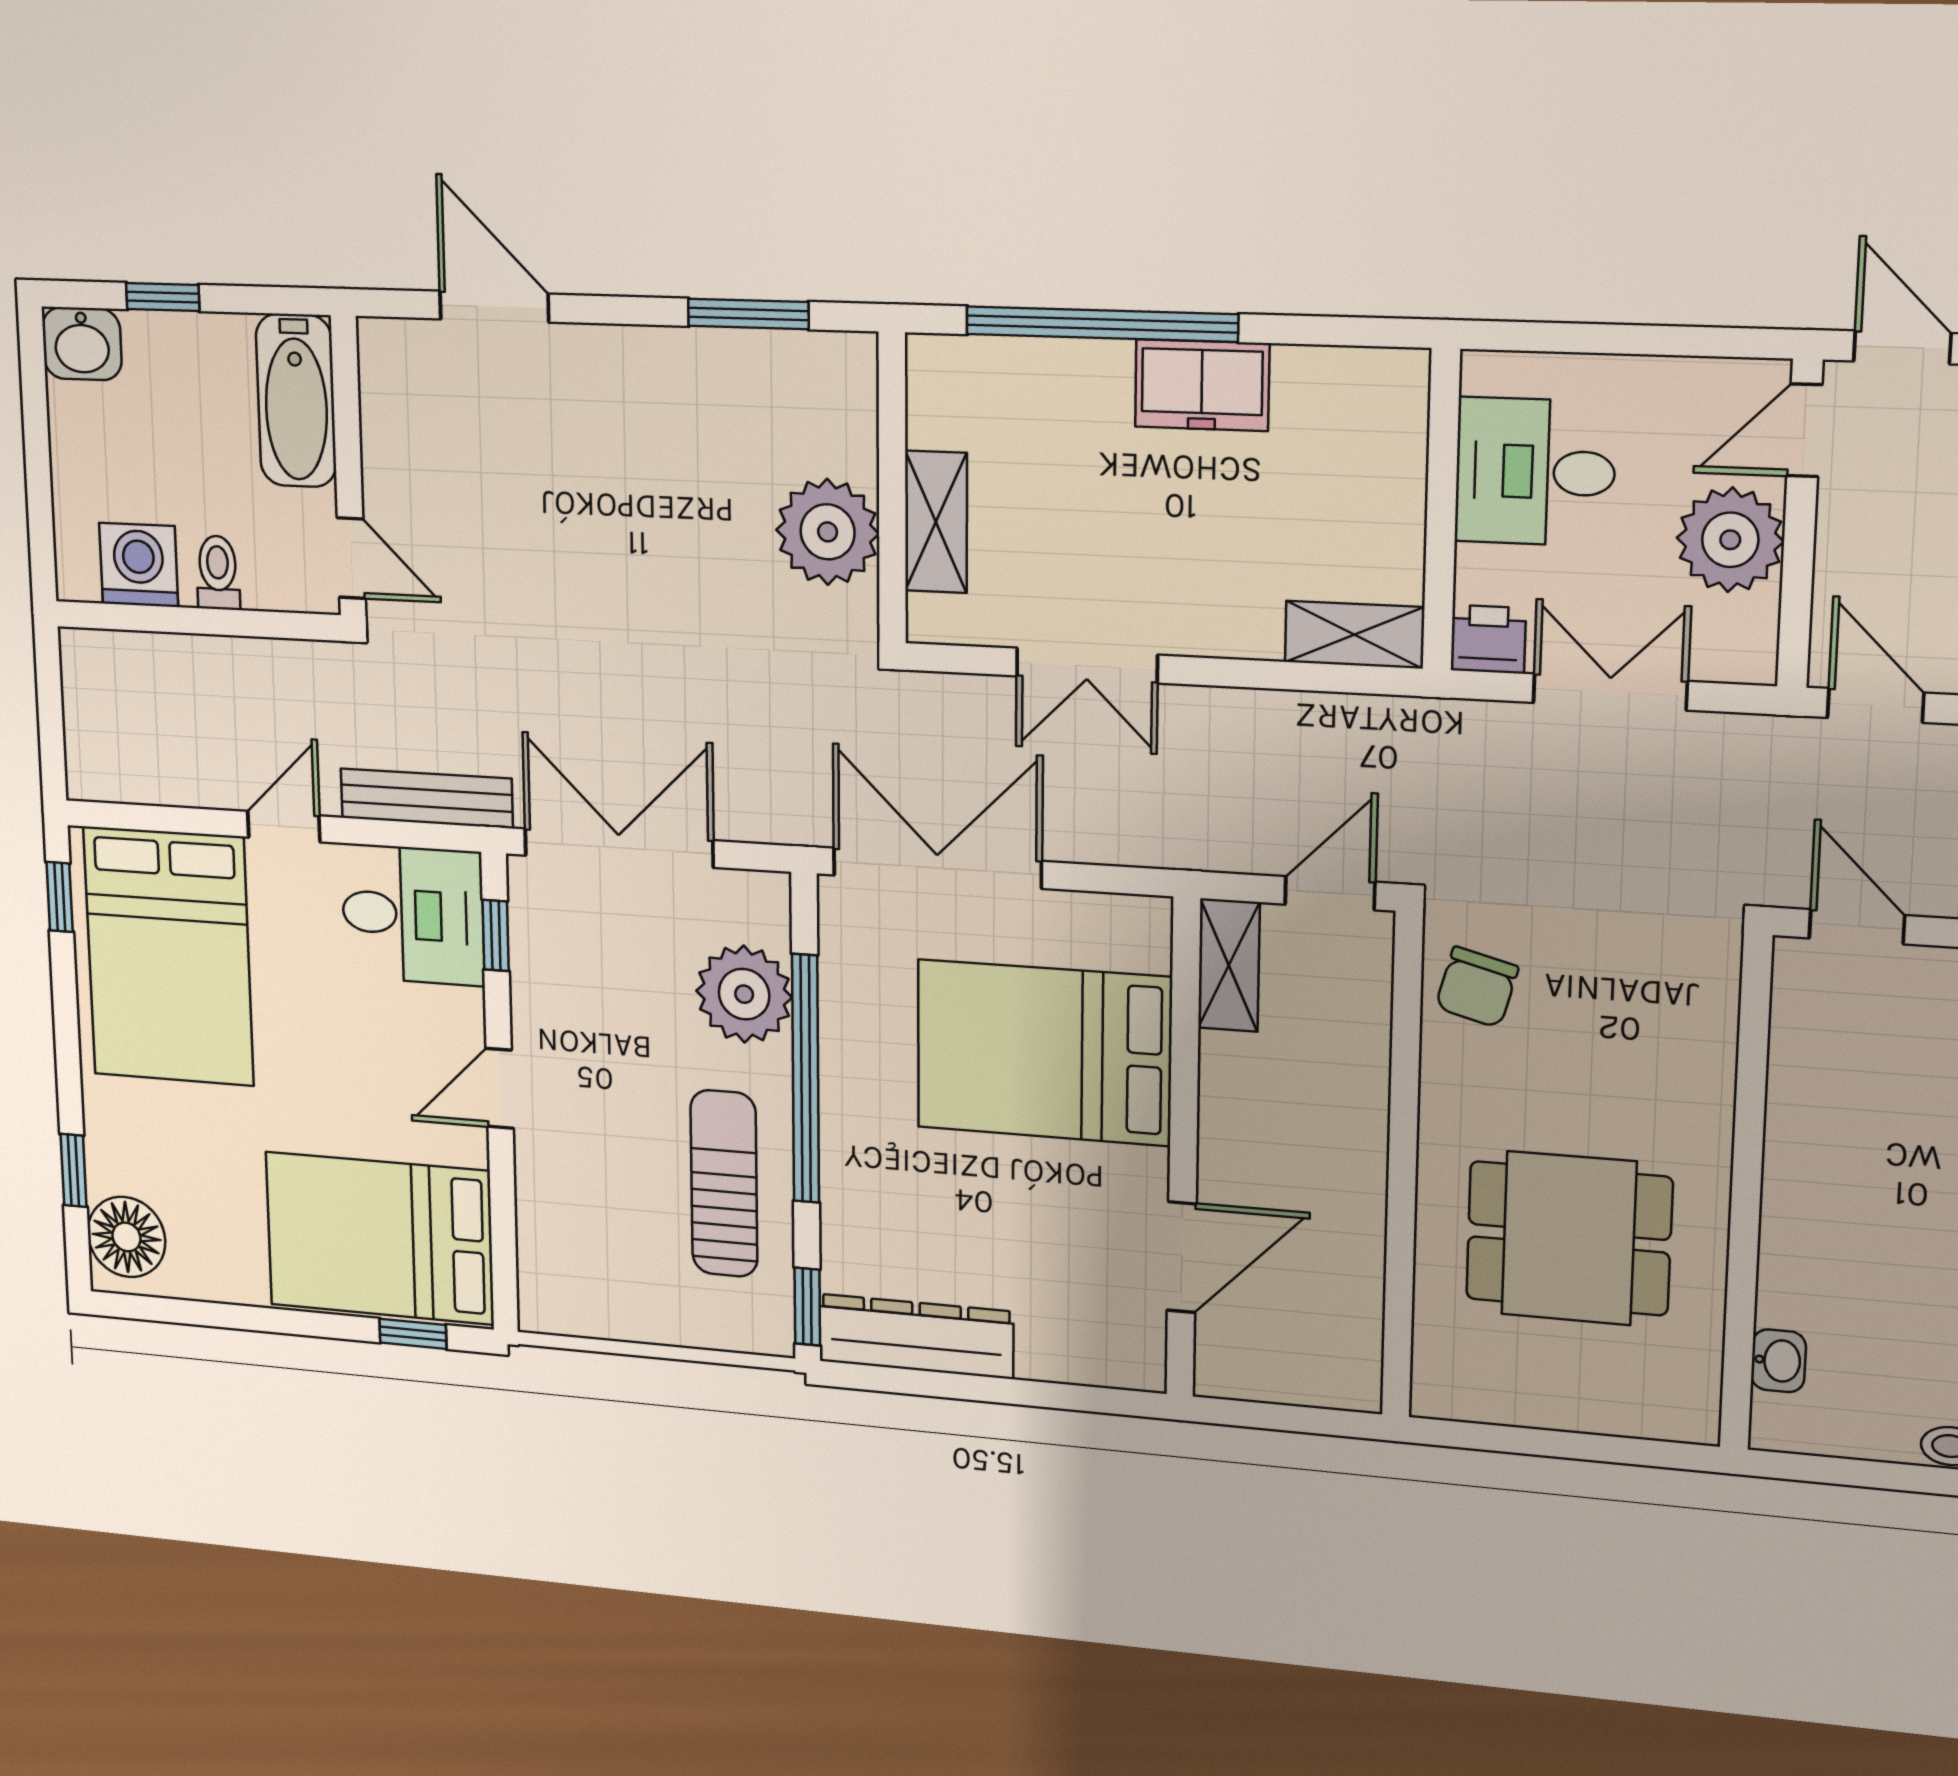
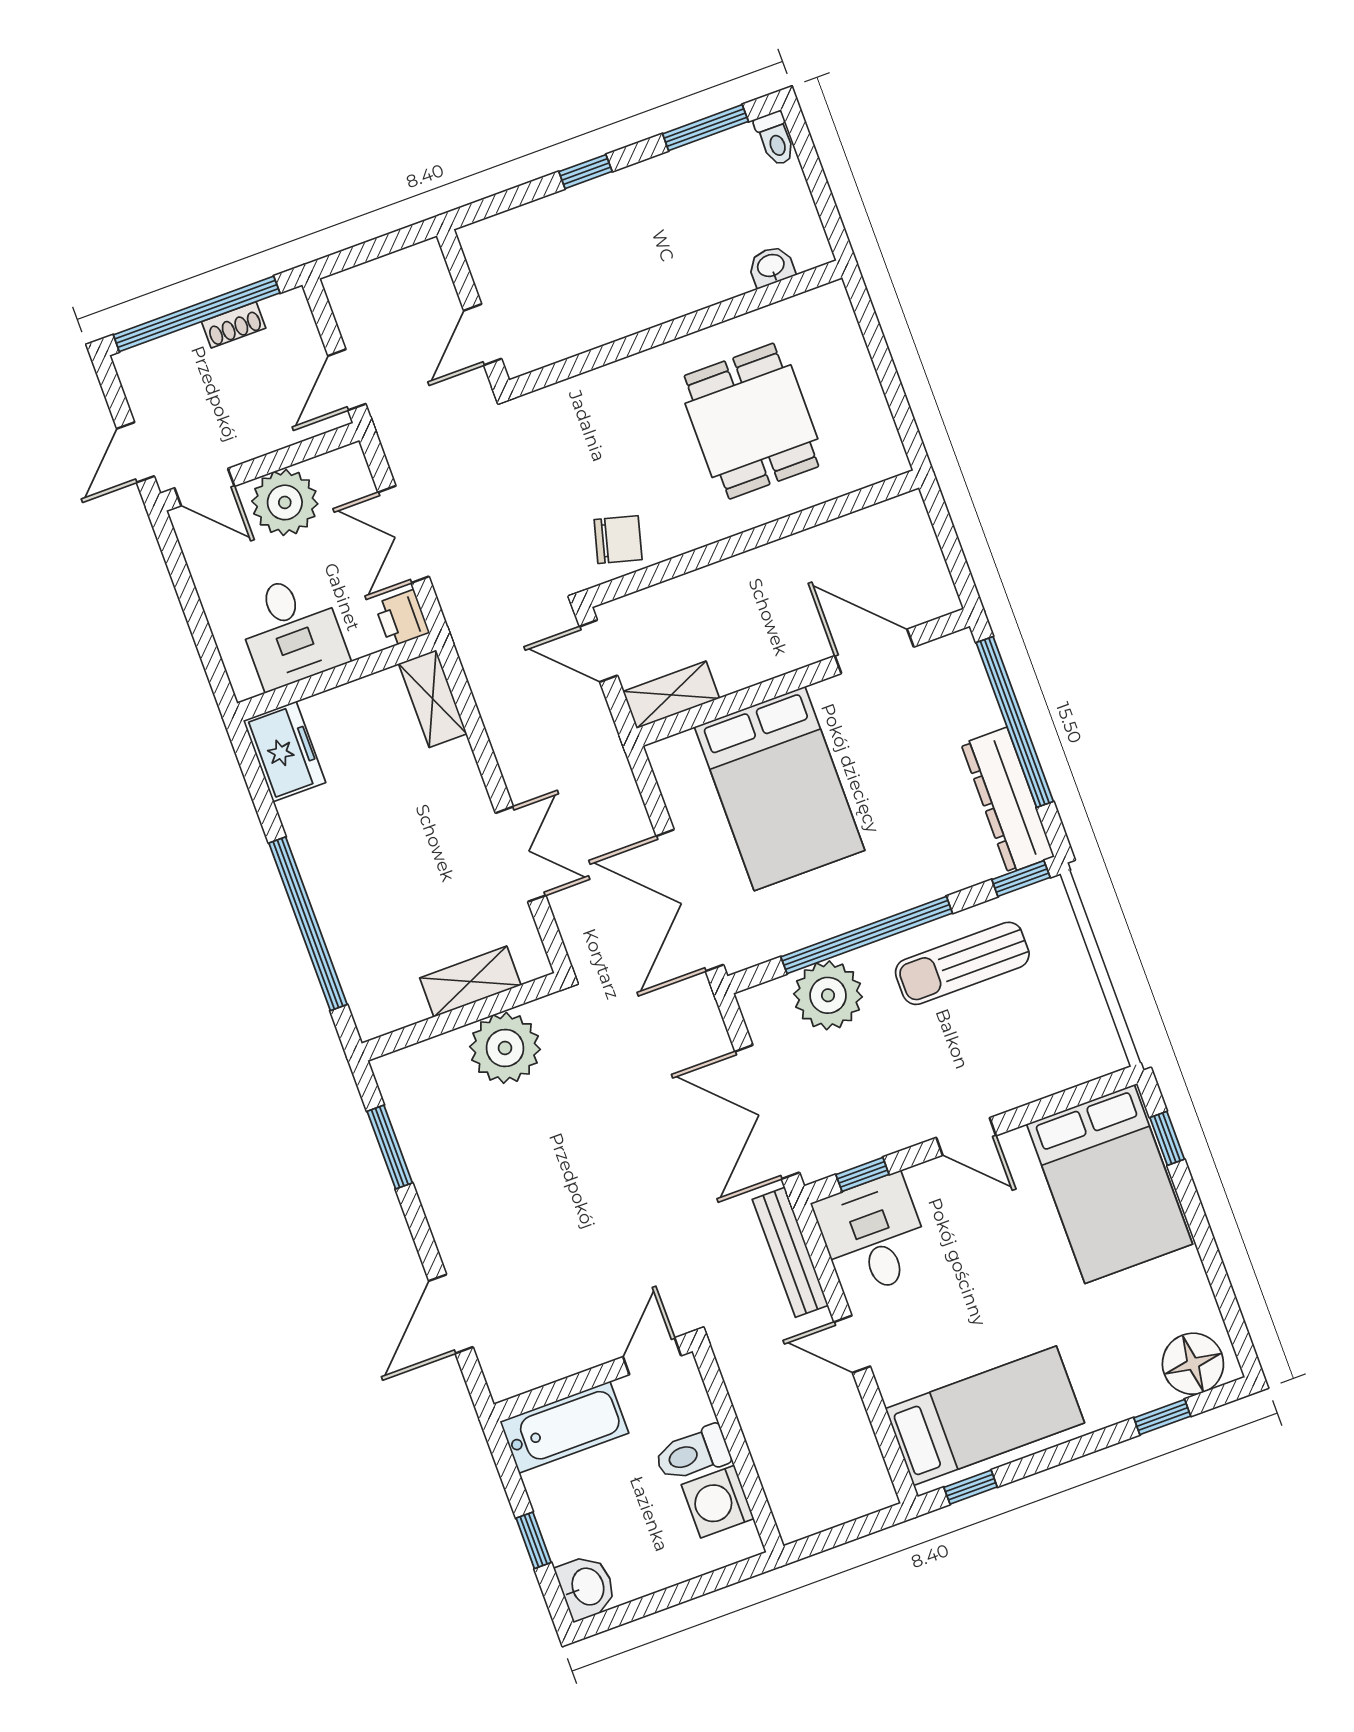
freezer: (1202, 385) -> (284, 751), moved
toilet: (218, 573) -> (693, 1454), width x1.37, depth x1.39
bed: (169, 956) -> (985, 1416), width x0.67
window: (1016, 1392) -> (1015, 722), added

